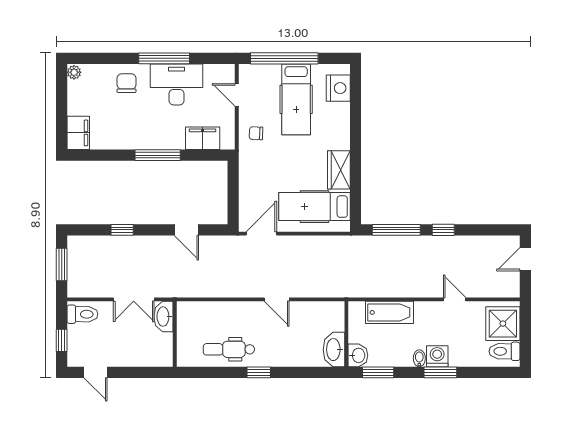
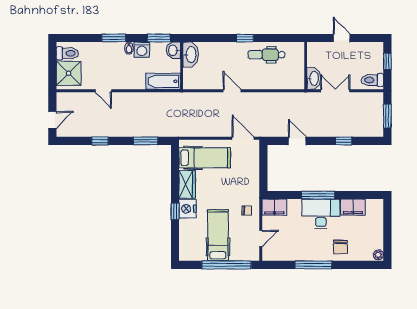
desk: (177, 84) -> (321, 214), moved, turned 180
nightstand: (338, 88) -> (187, 209), moved
door: (237, 95) -> (261, 238), hinge flipped
window: (356, 132) -> (175, 211), added
filing cabinet: (78, 133) -> (353, 207), moved, turned -90
filing cabinet: (203, 138) -> (274, 207), moved
window: (396, 230) -> (146, 141), width x0.69
window: (443, 230) -> (100, 141), moved
door: (261, 234) -> (243, 138), swing flipped
bathtub: (389, 312) -> (163, 81), moved
dental chair: (229, 349) -> (267, 55), turned 180
washing machine: (437, 356) -> (142, 50), moved
door: (95, 372) -> (342, 38), moved

